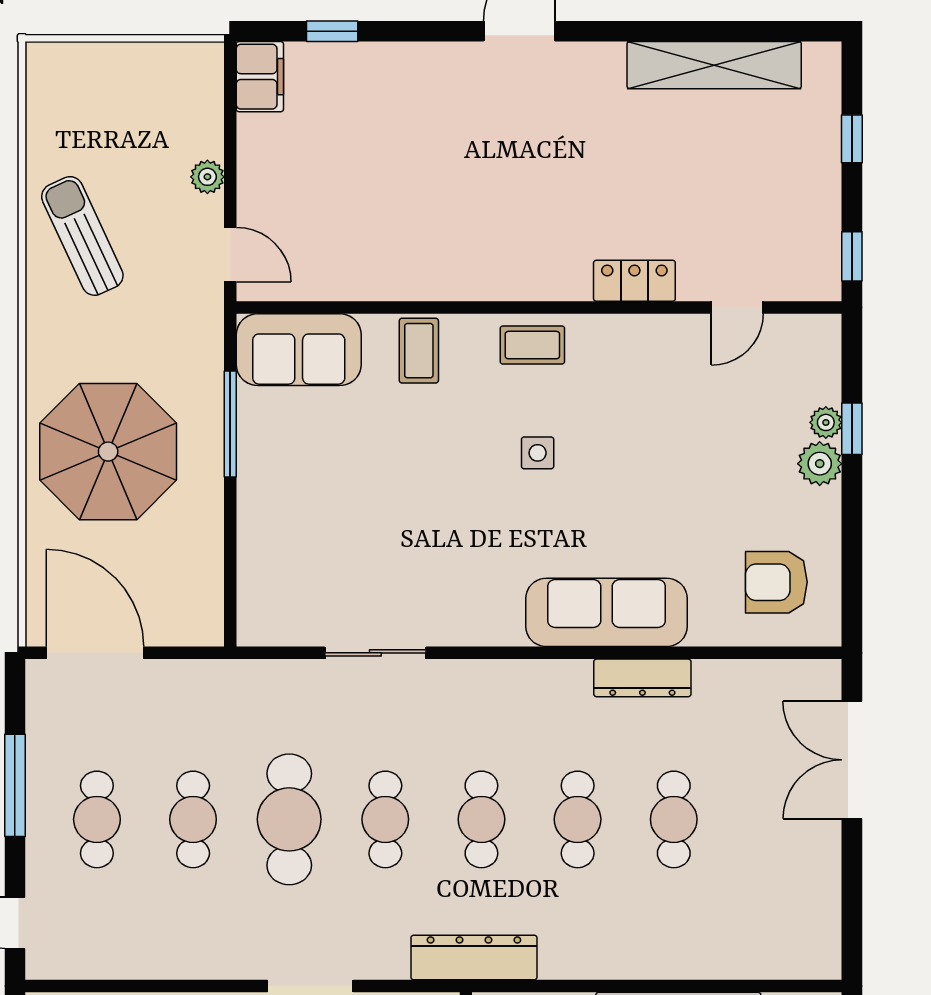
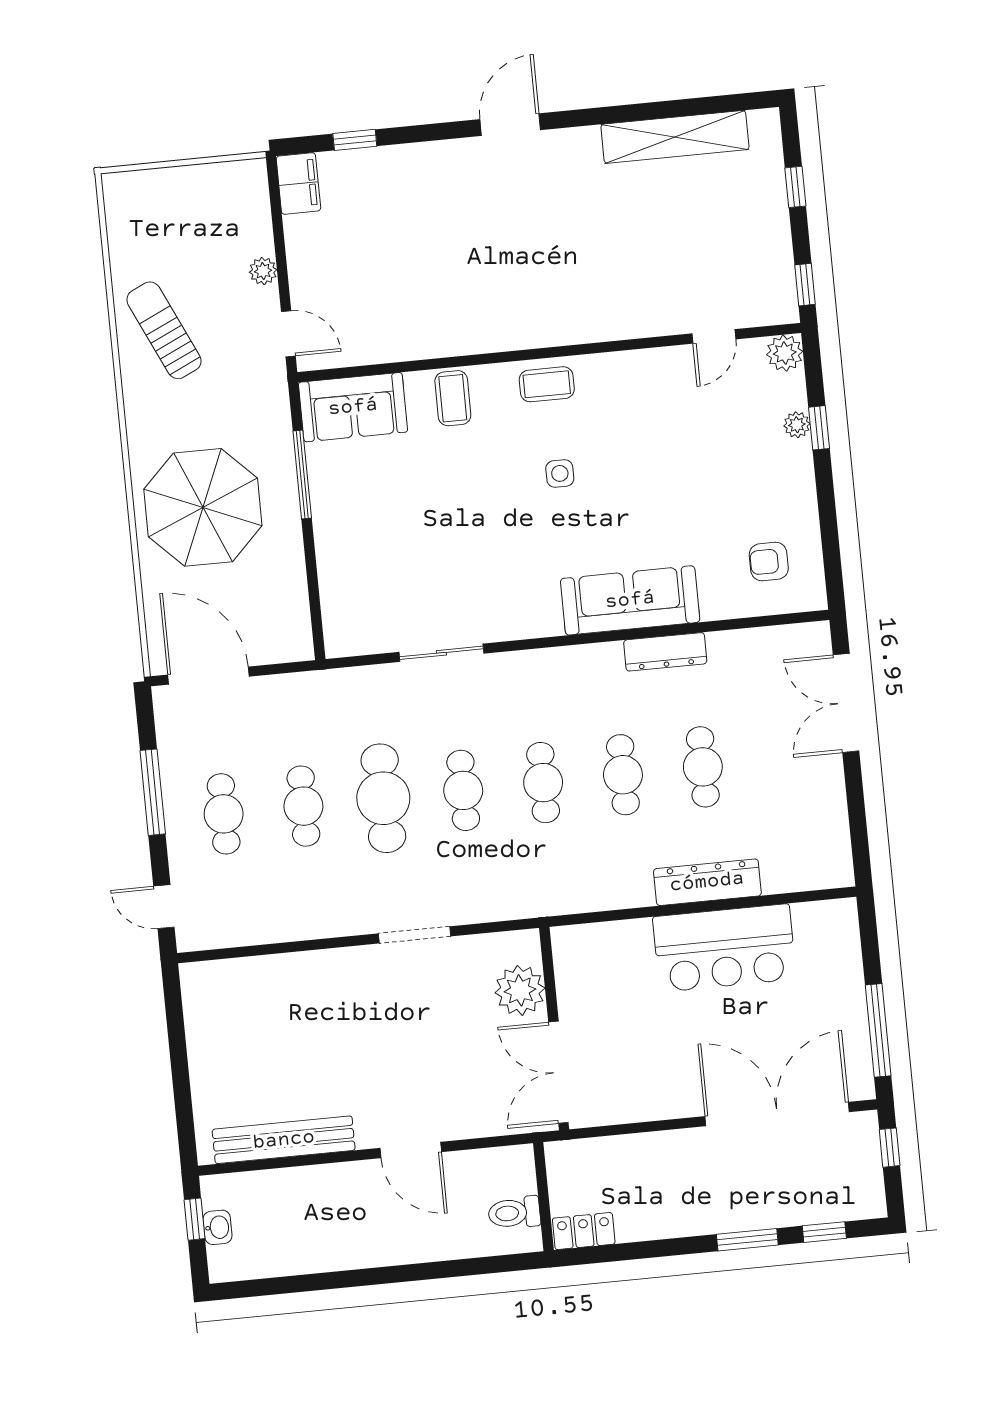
locker: (634, 281) -> (626, 323), removed
plant: (820, 464) -> (785, 353), moved
armchair: (776, 582) -> (769, 561), width x0.72, depth x0.72
dresser: (474, 957) -> (707, 882), moved

